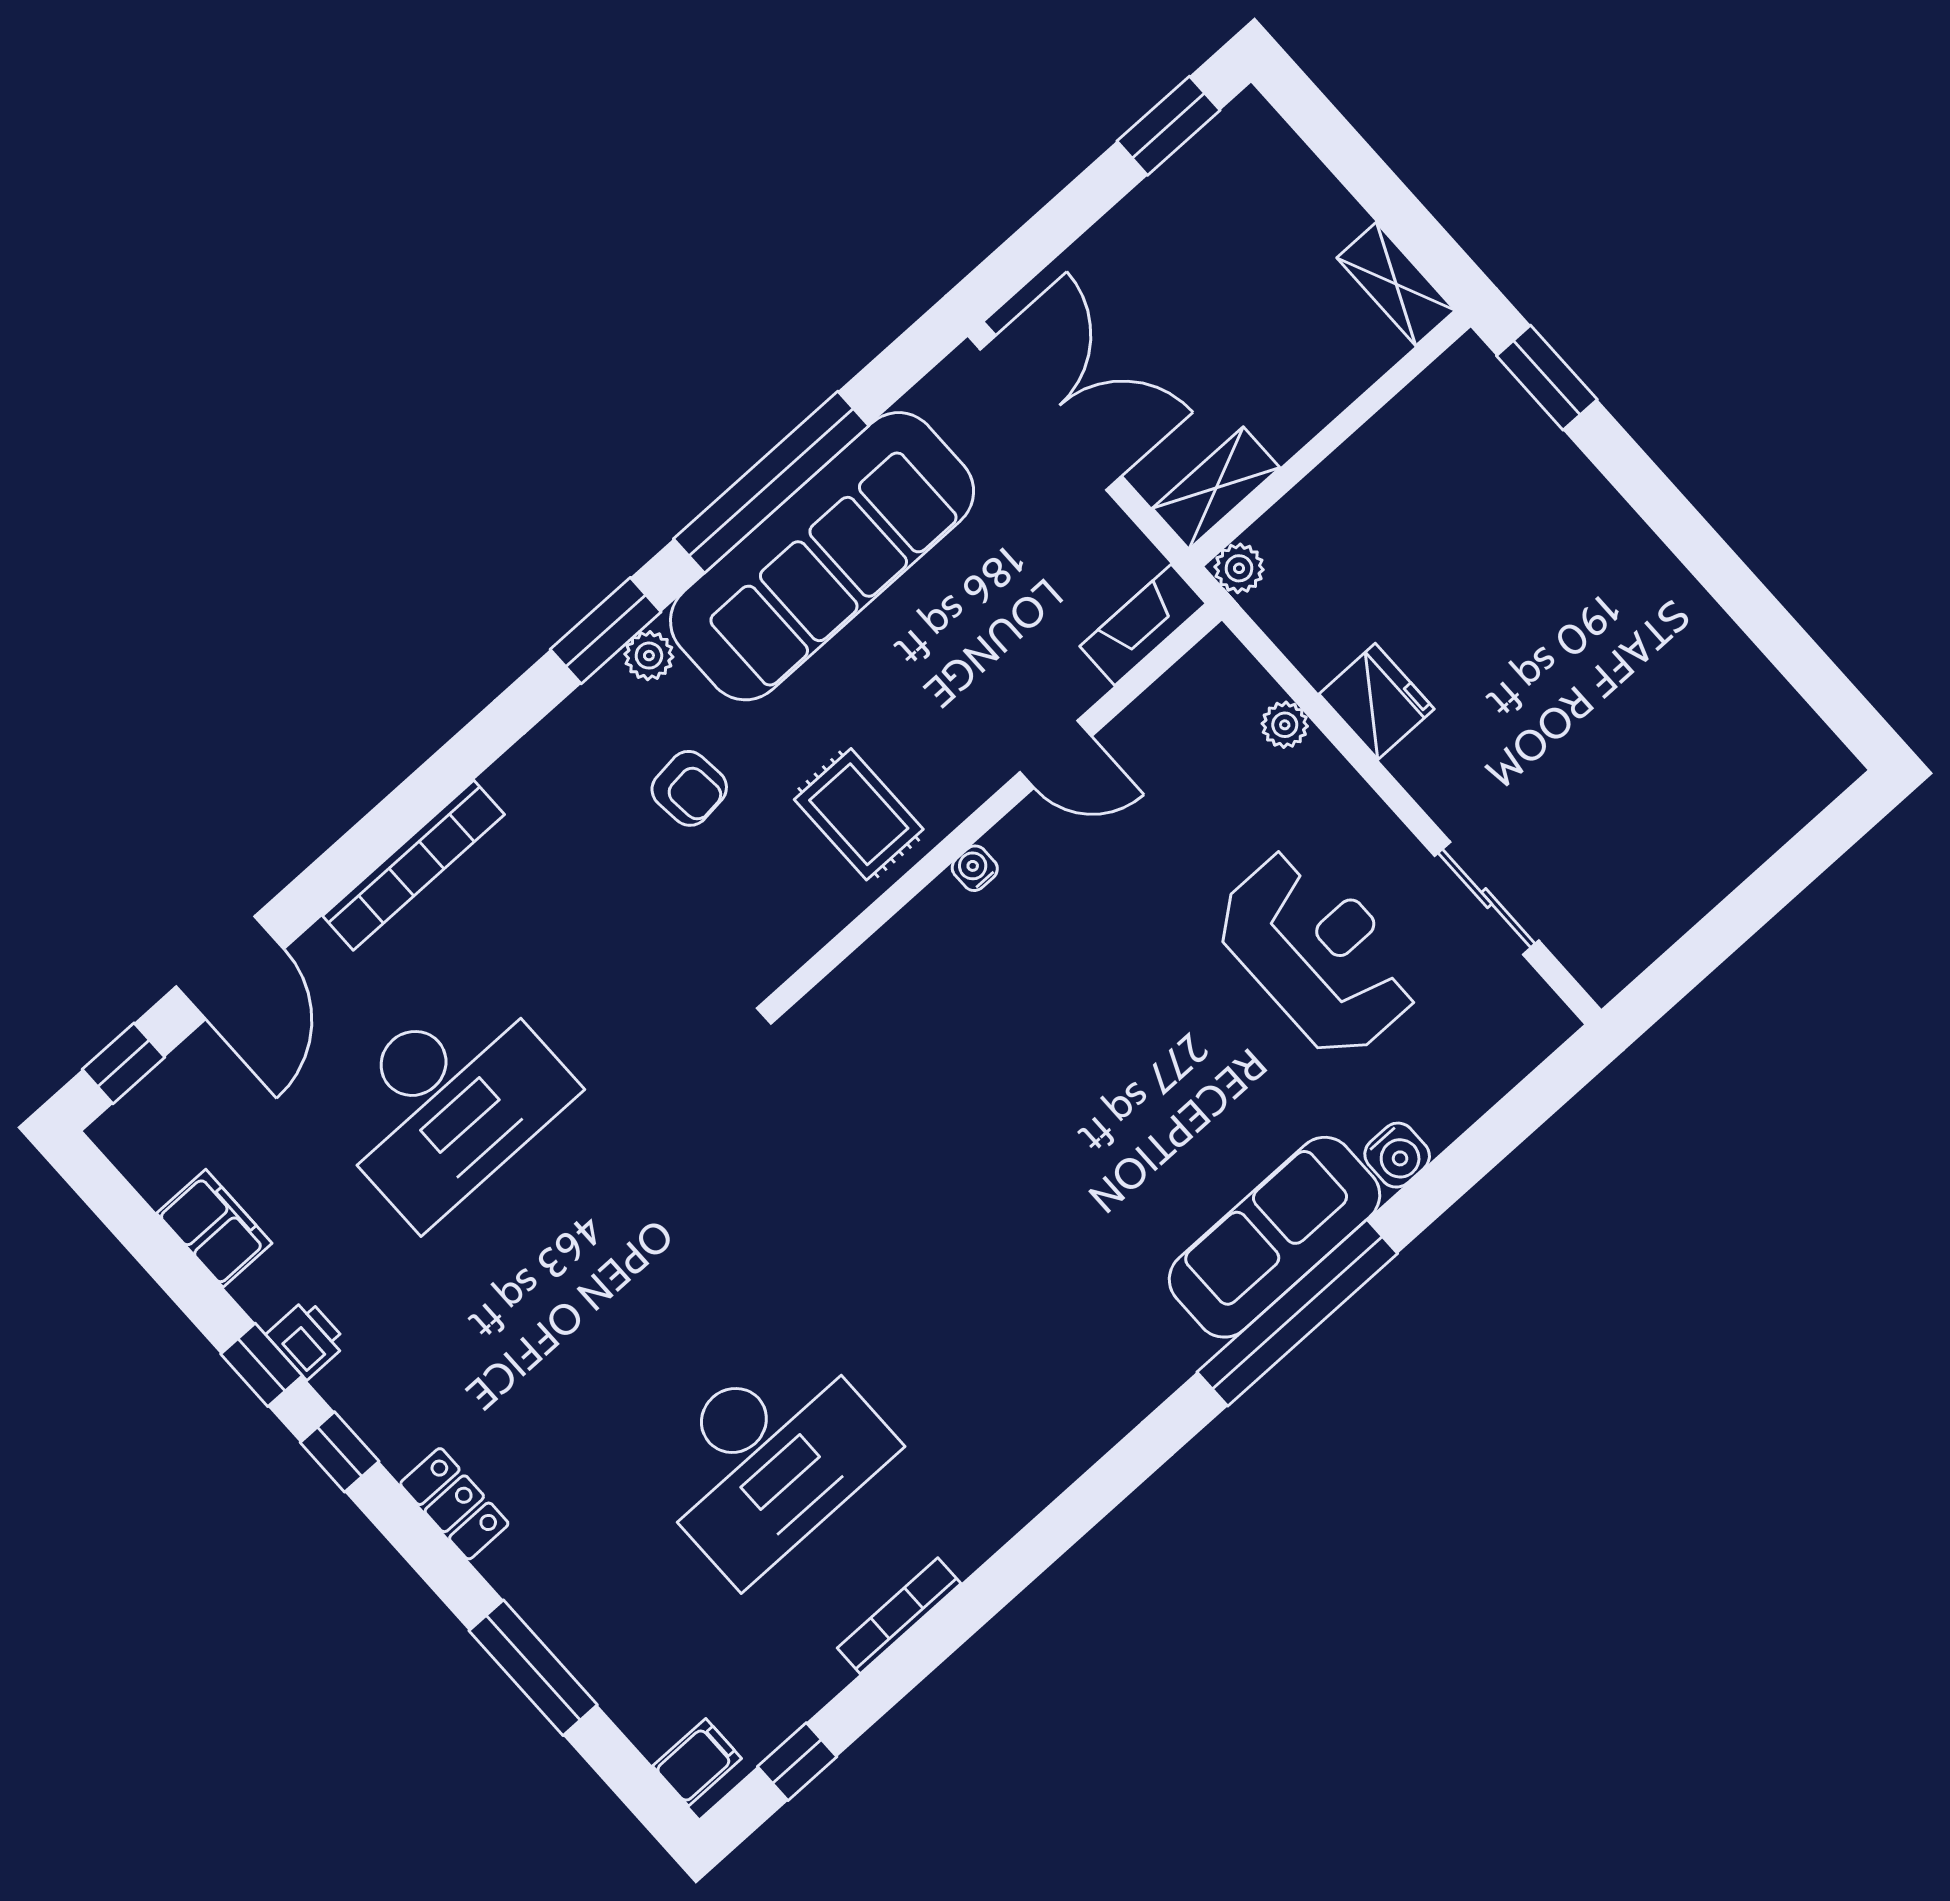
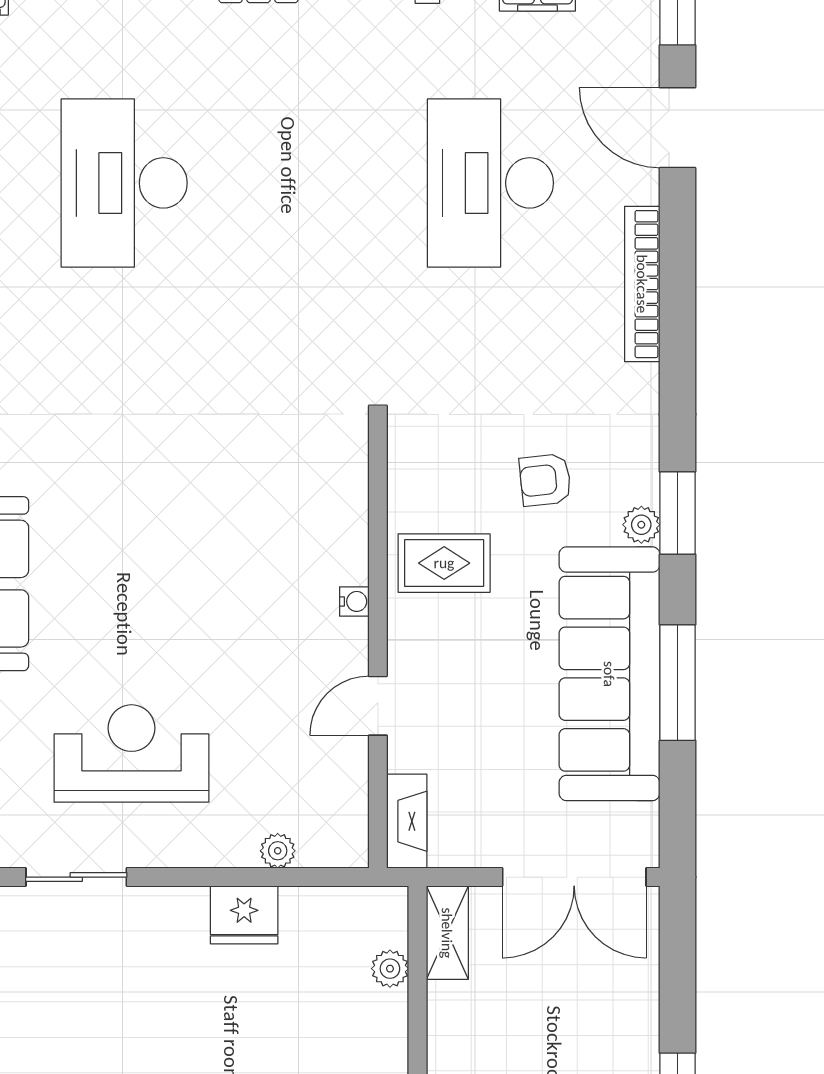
window: (771, 482) -> (677, 683), width x0.68
plant: (1239, 568) -> (390, 969), moved
reception desk: (1318, 952) -> (131, 753), turned 180

